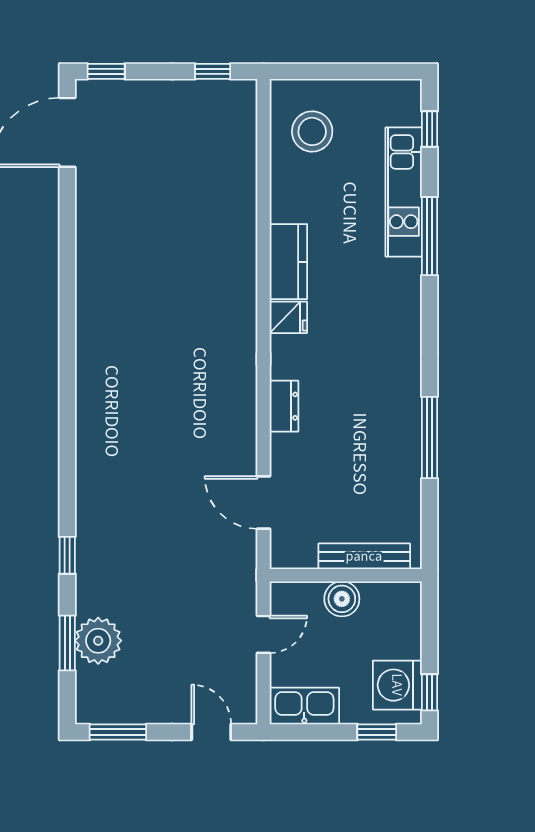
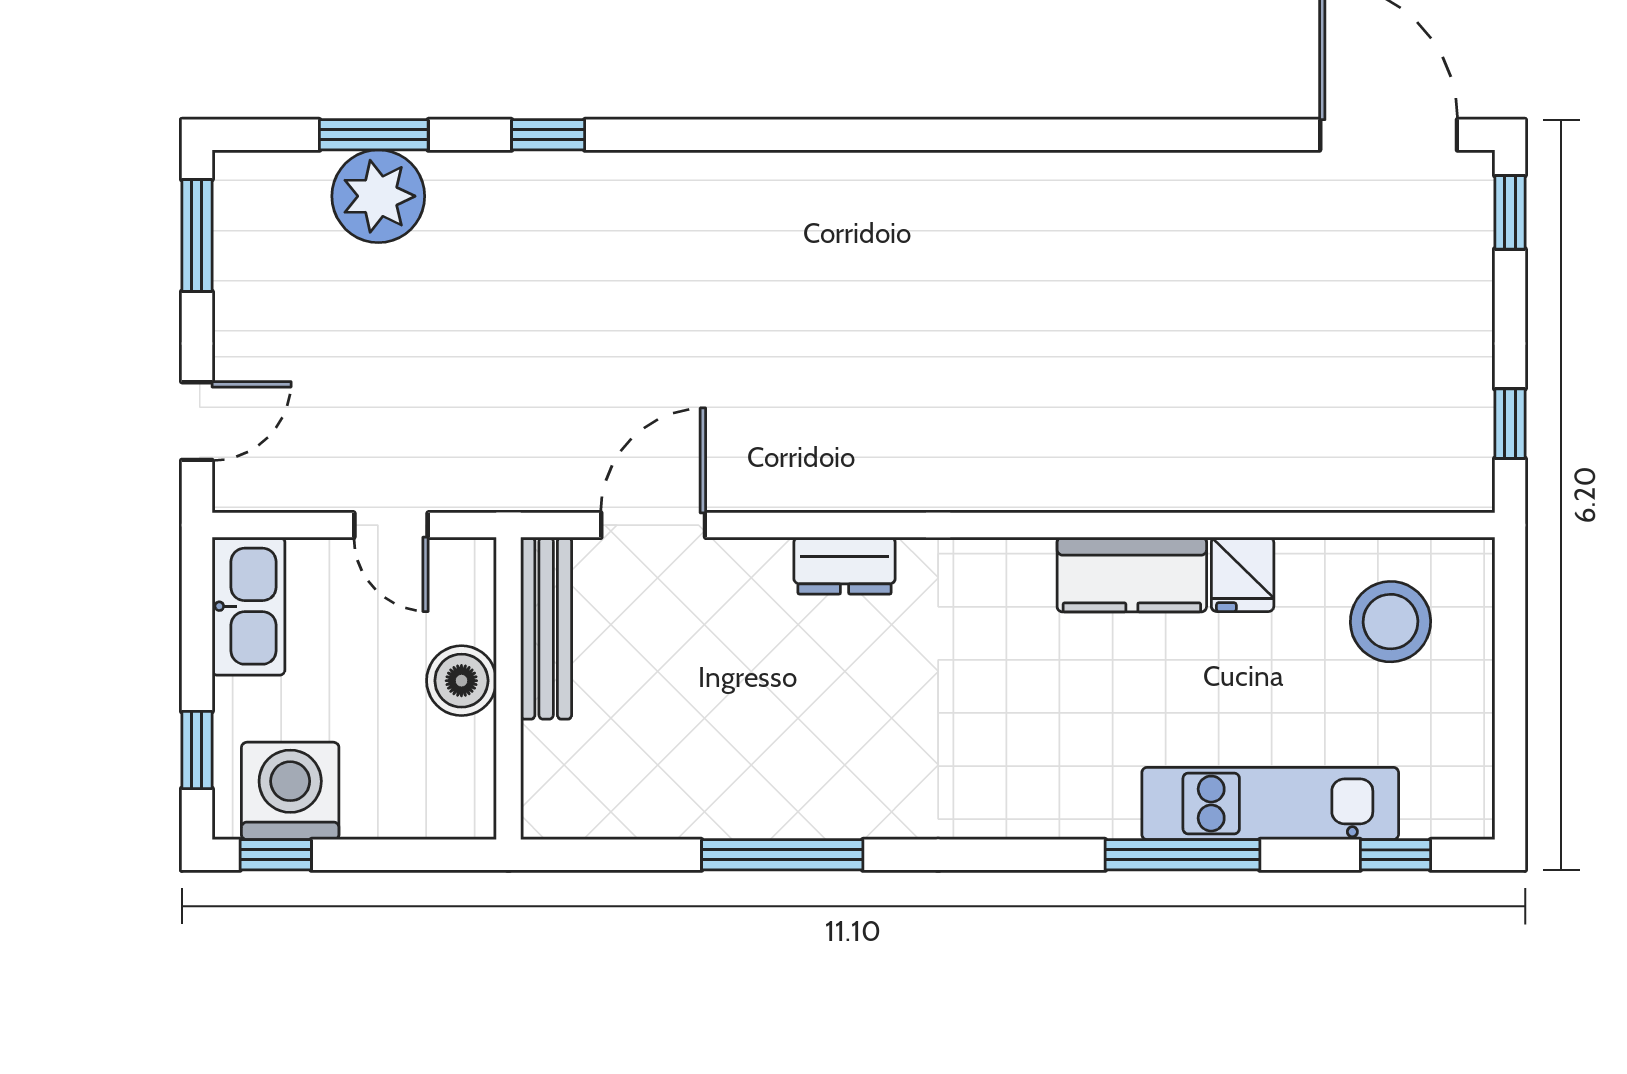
fridge: (288, 317) -> (1243, 574), moved
bench: (364, 556) -> (546, 628), moved

